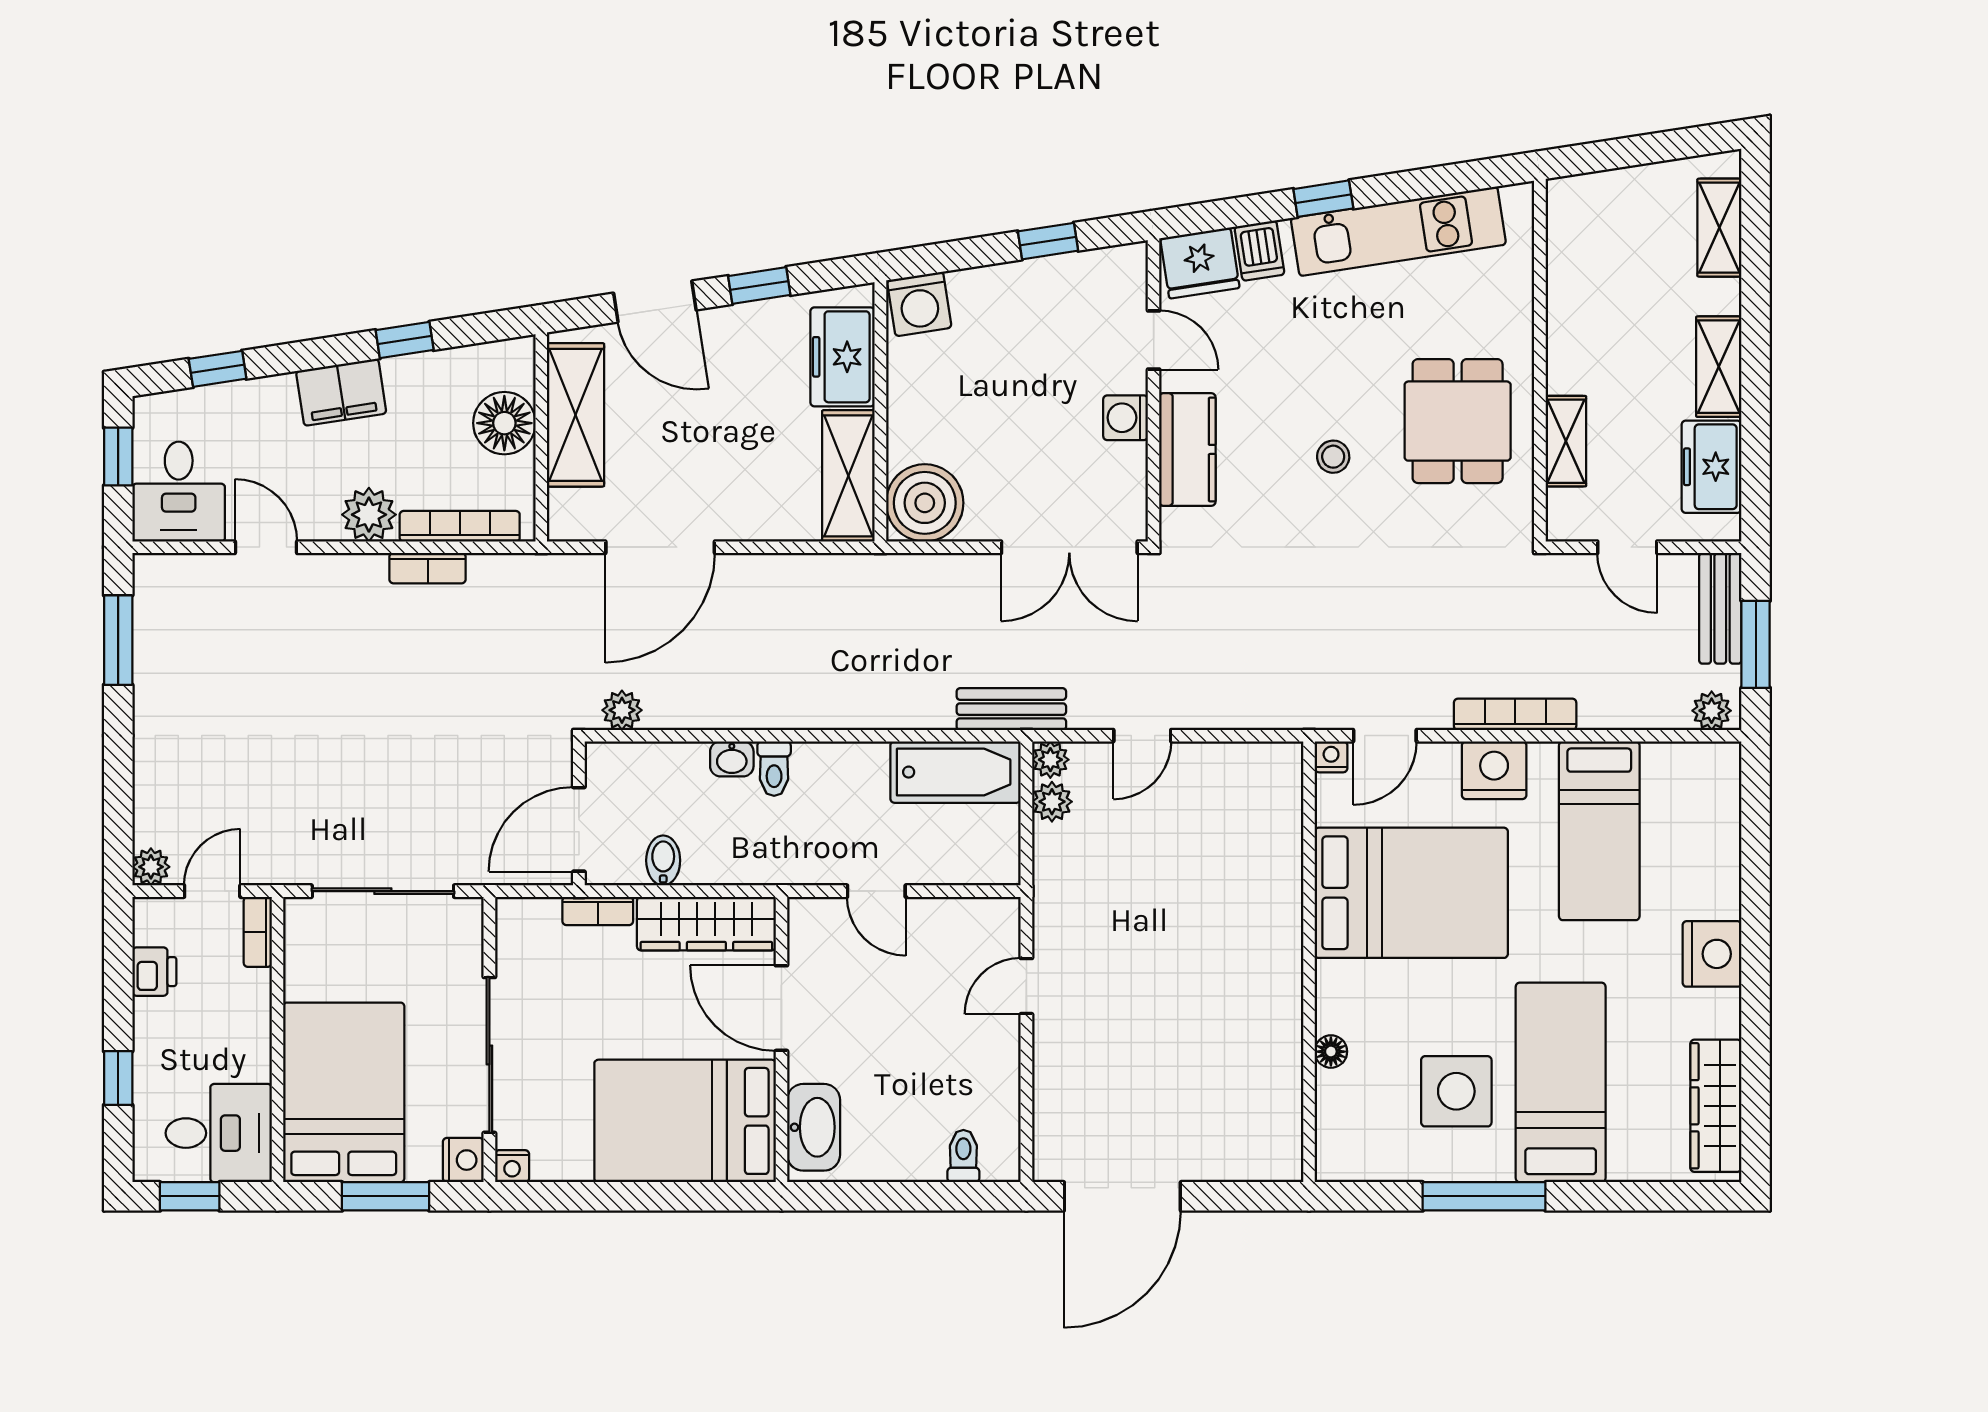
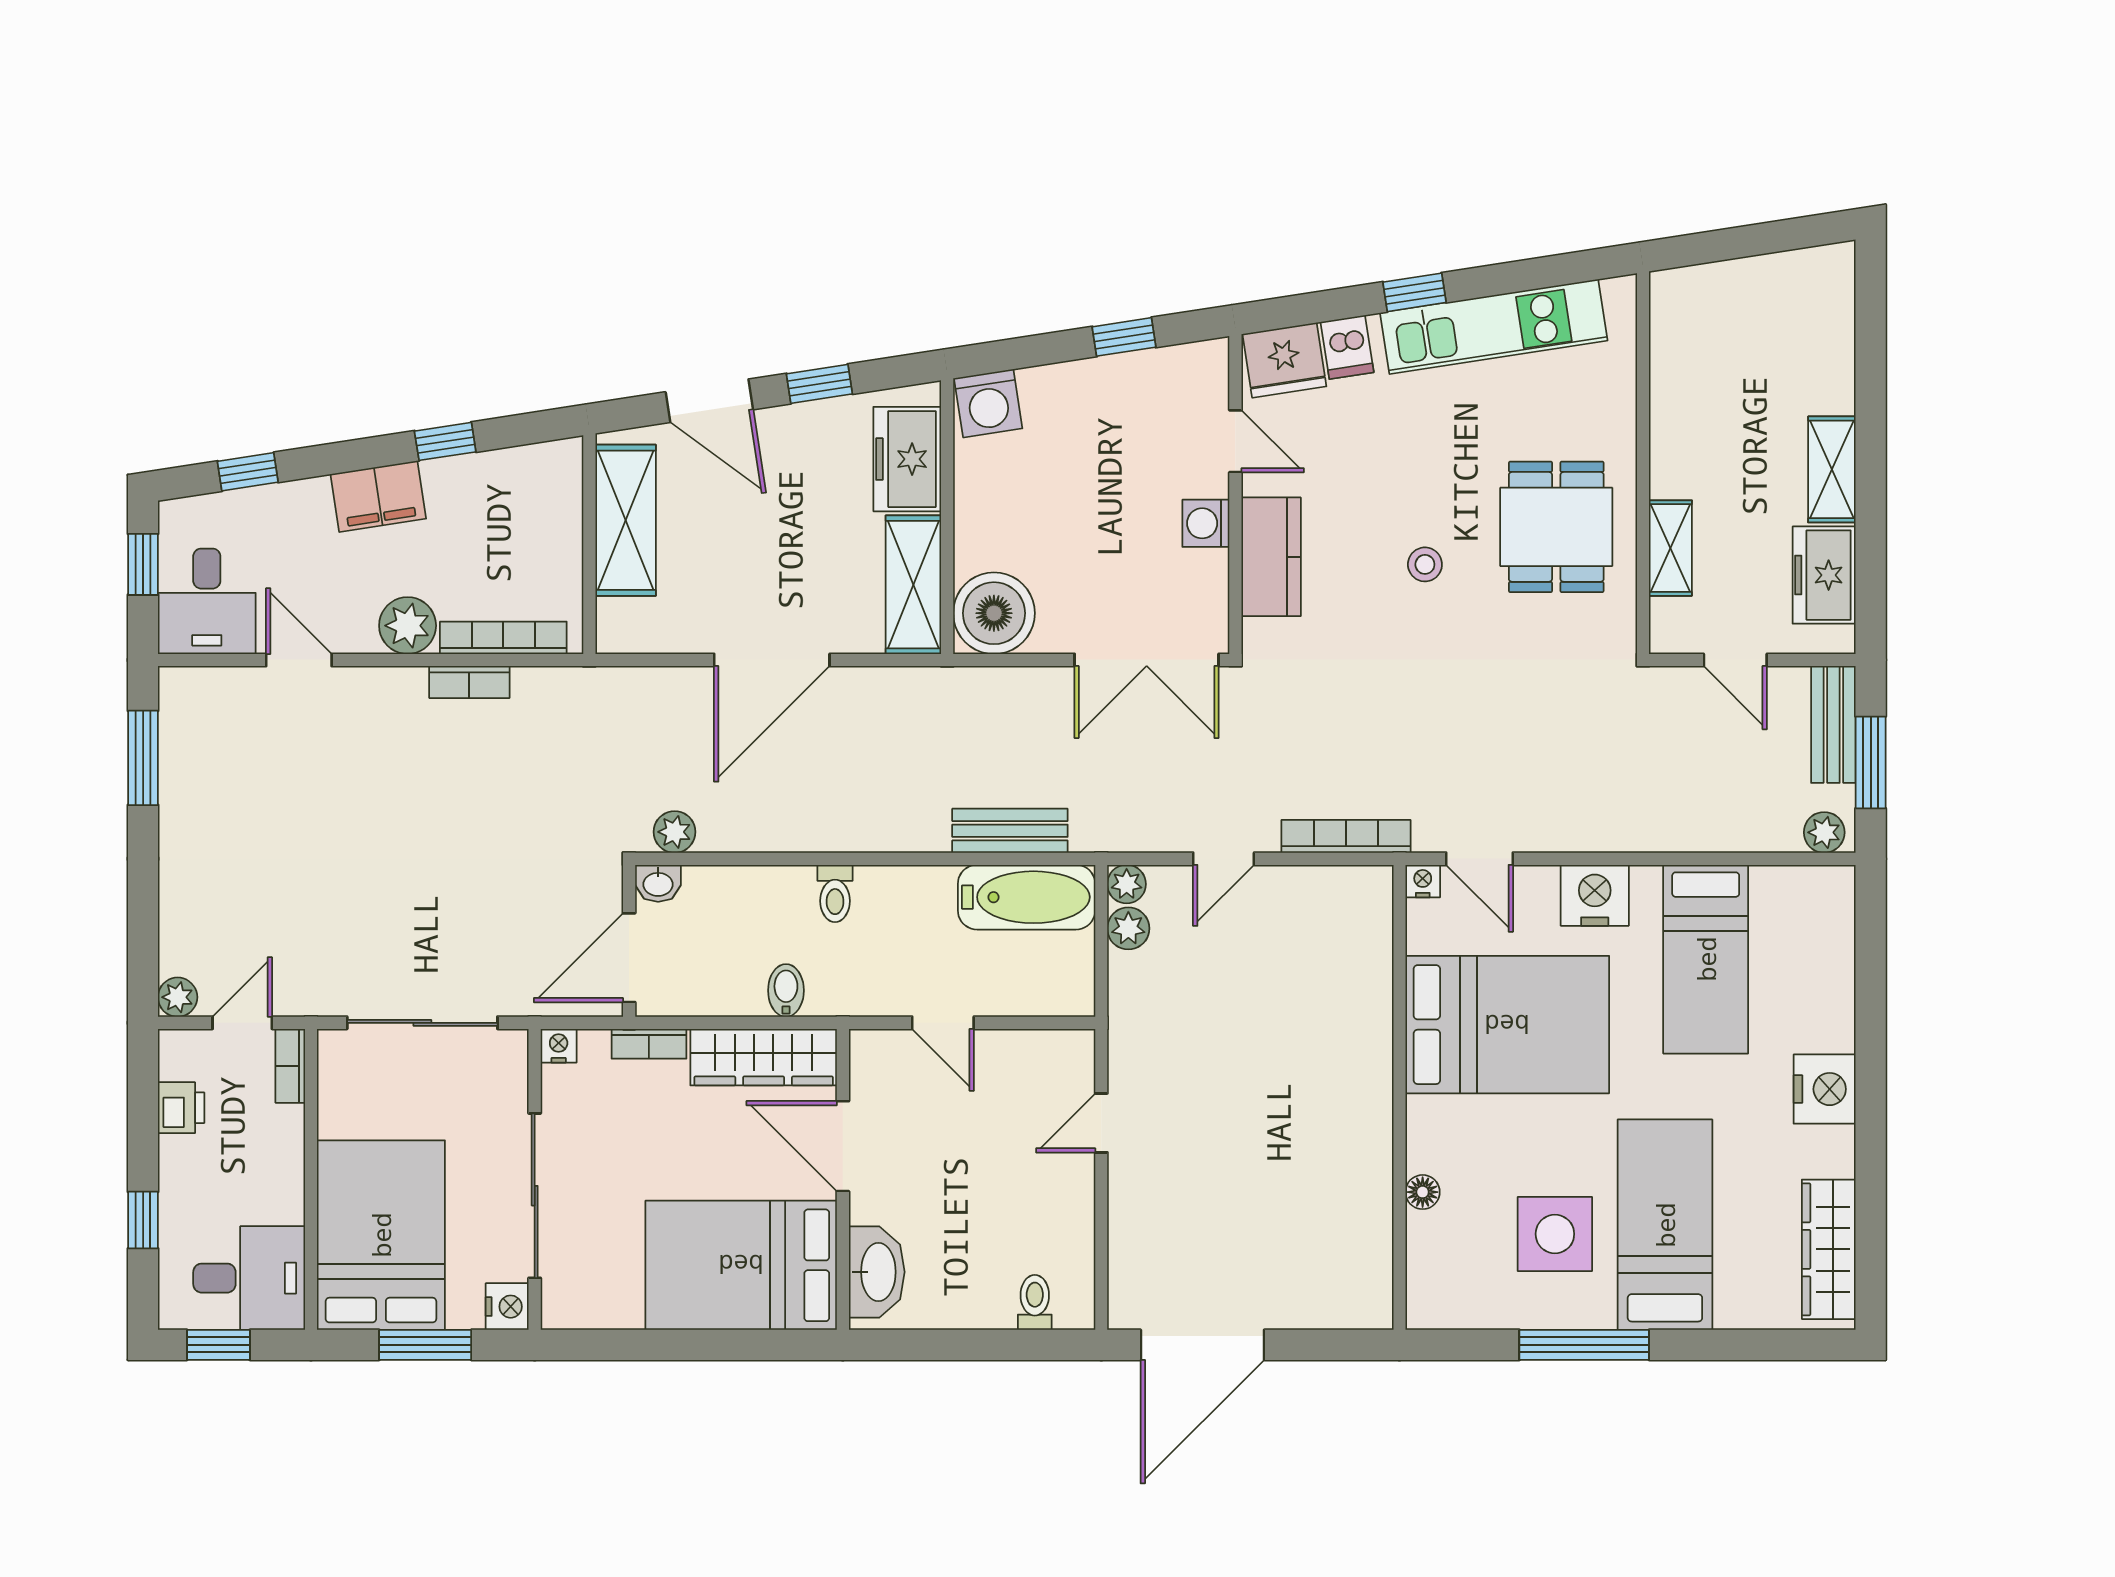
shelving: (1719, 228) -> (1833, 323), removed
floor lamp: (504, 423) -> (550, 529), removed
door: (660, 547) -> (772, 660), moved
bench: (1011, 709) -> (1010, 831), moved
bookcase: (1515, 714) -> (1346, 836), moved
door: (1385, 736) -> (1480, 859), hinge flipped
washbasin: (732, 759) -> (658, 883), moved
bidet: (663, 860) -> (786, 990), moved
nightstand: (512, 1166) -> (559, 1046), moved, turned 180

